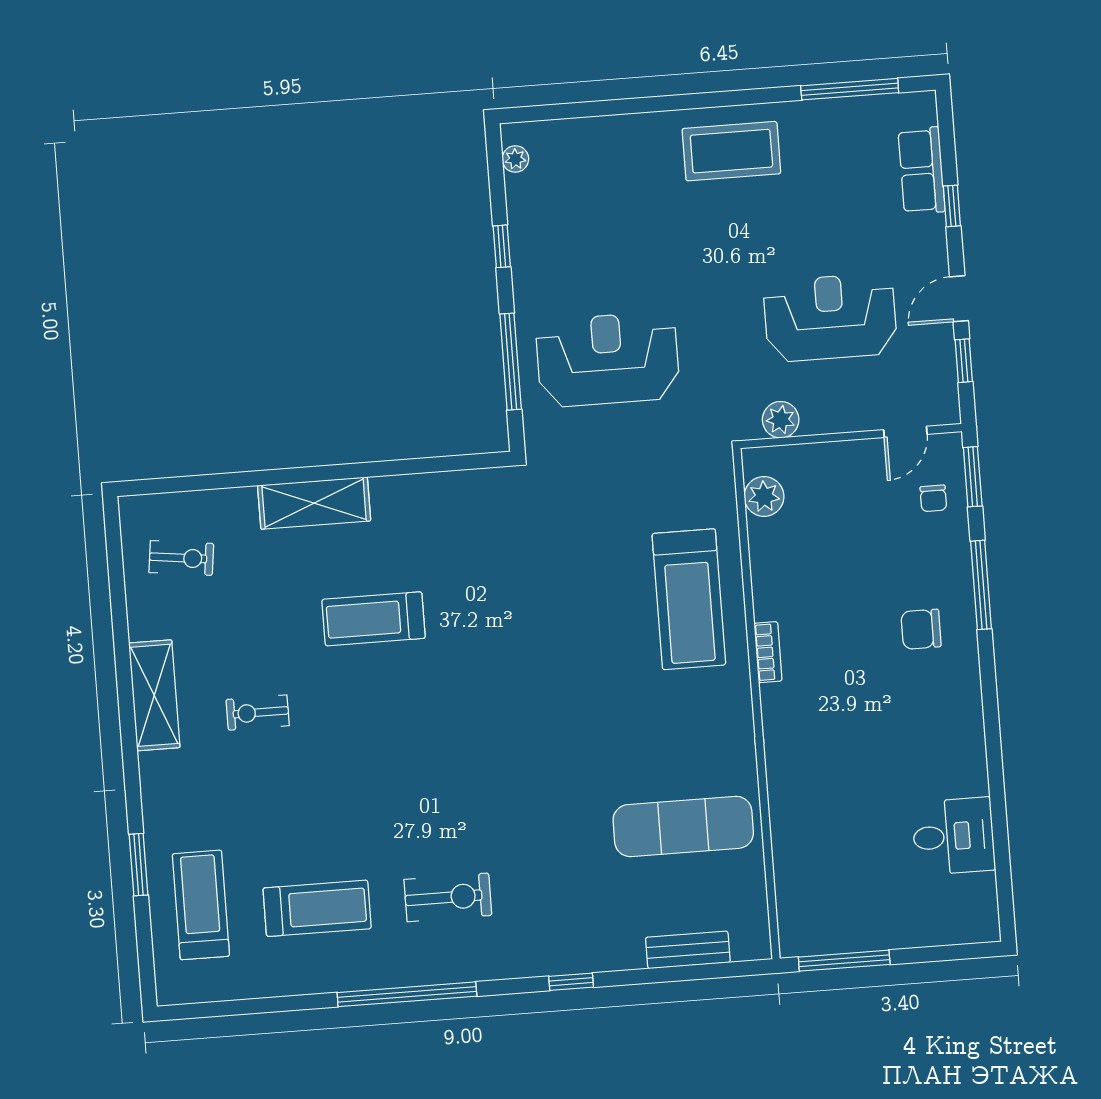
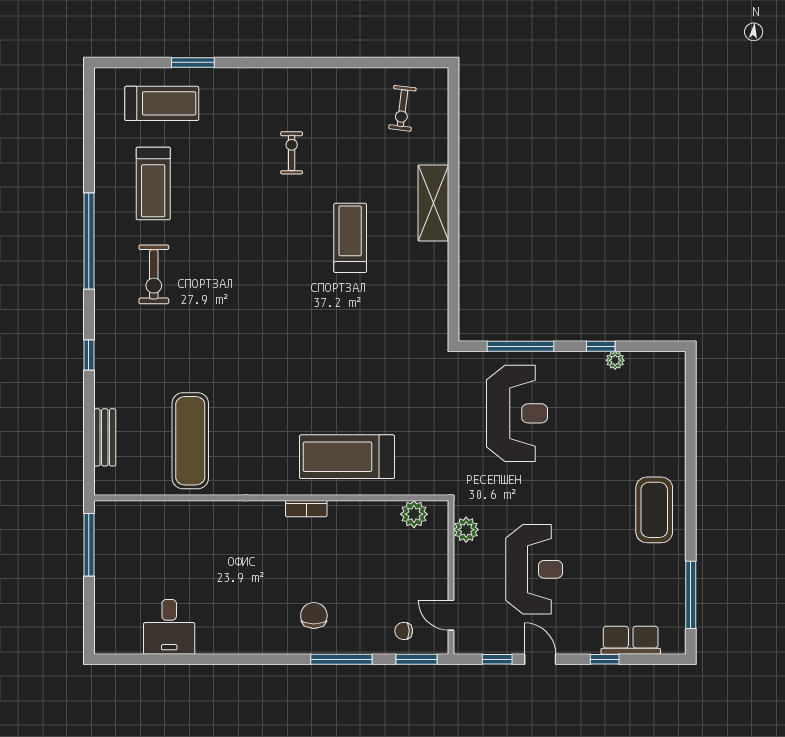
plant: (515, 159) -> (615, 360), moved
shelving: (154, 695) -> (309, 82), removed

